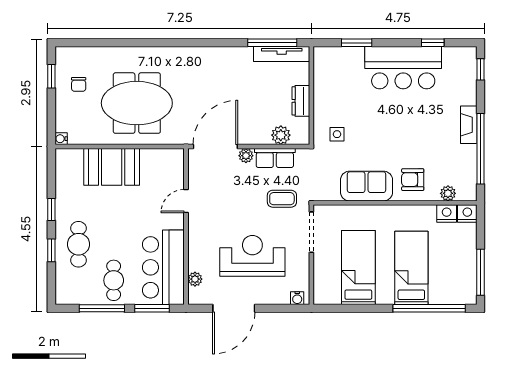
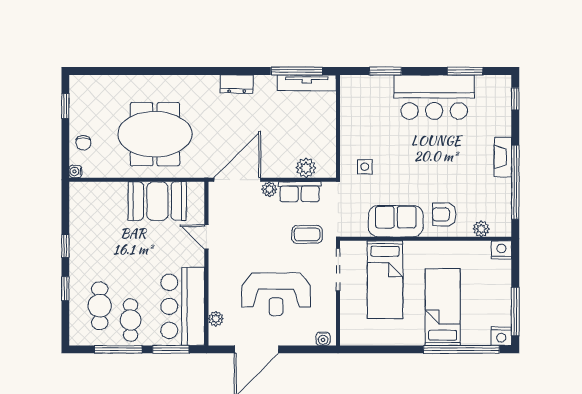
window: (433, 43) -> (465, 71), width x1.50
chair: (79, 84) -> (83, 143), moved
dresser: (301, 101) -> (237, 84), moved, turned -90
booth: (112, 167) -> (157, 201), moved
door: (186, 201) -> (206, 237), hinge flipped
nightstand: (447, 214) -> (501, 336), moved, turned 180
cafe table: (78, 244) -> (100, 306), moved
reception desk: (252, 256) -> (276, 294), turned 180
bed: (358, 268) -> (385, 280), moved, turned 180

